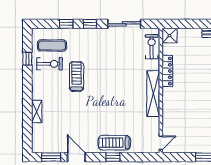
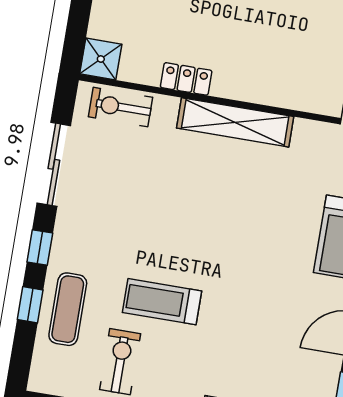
exercise mat: (52, 46) -> (68, 309), moved
locker: (167, 71) -> (186, 79), width x0.66

